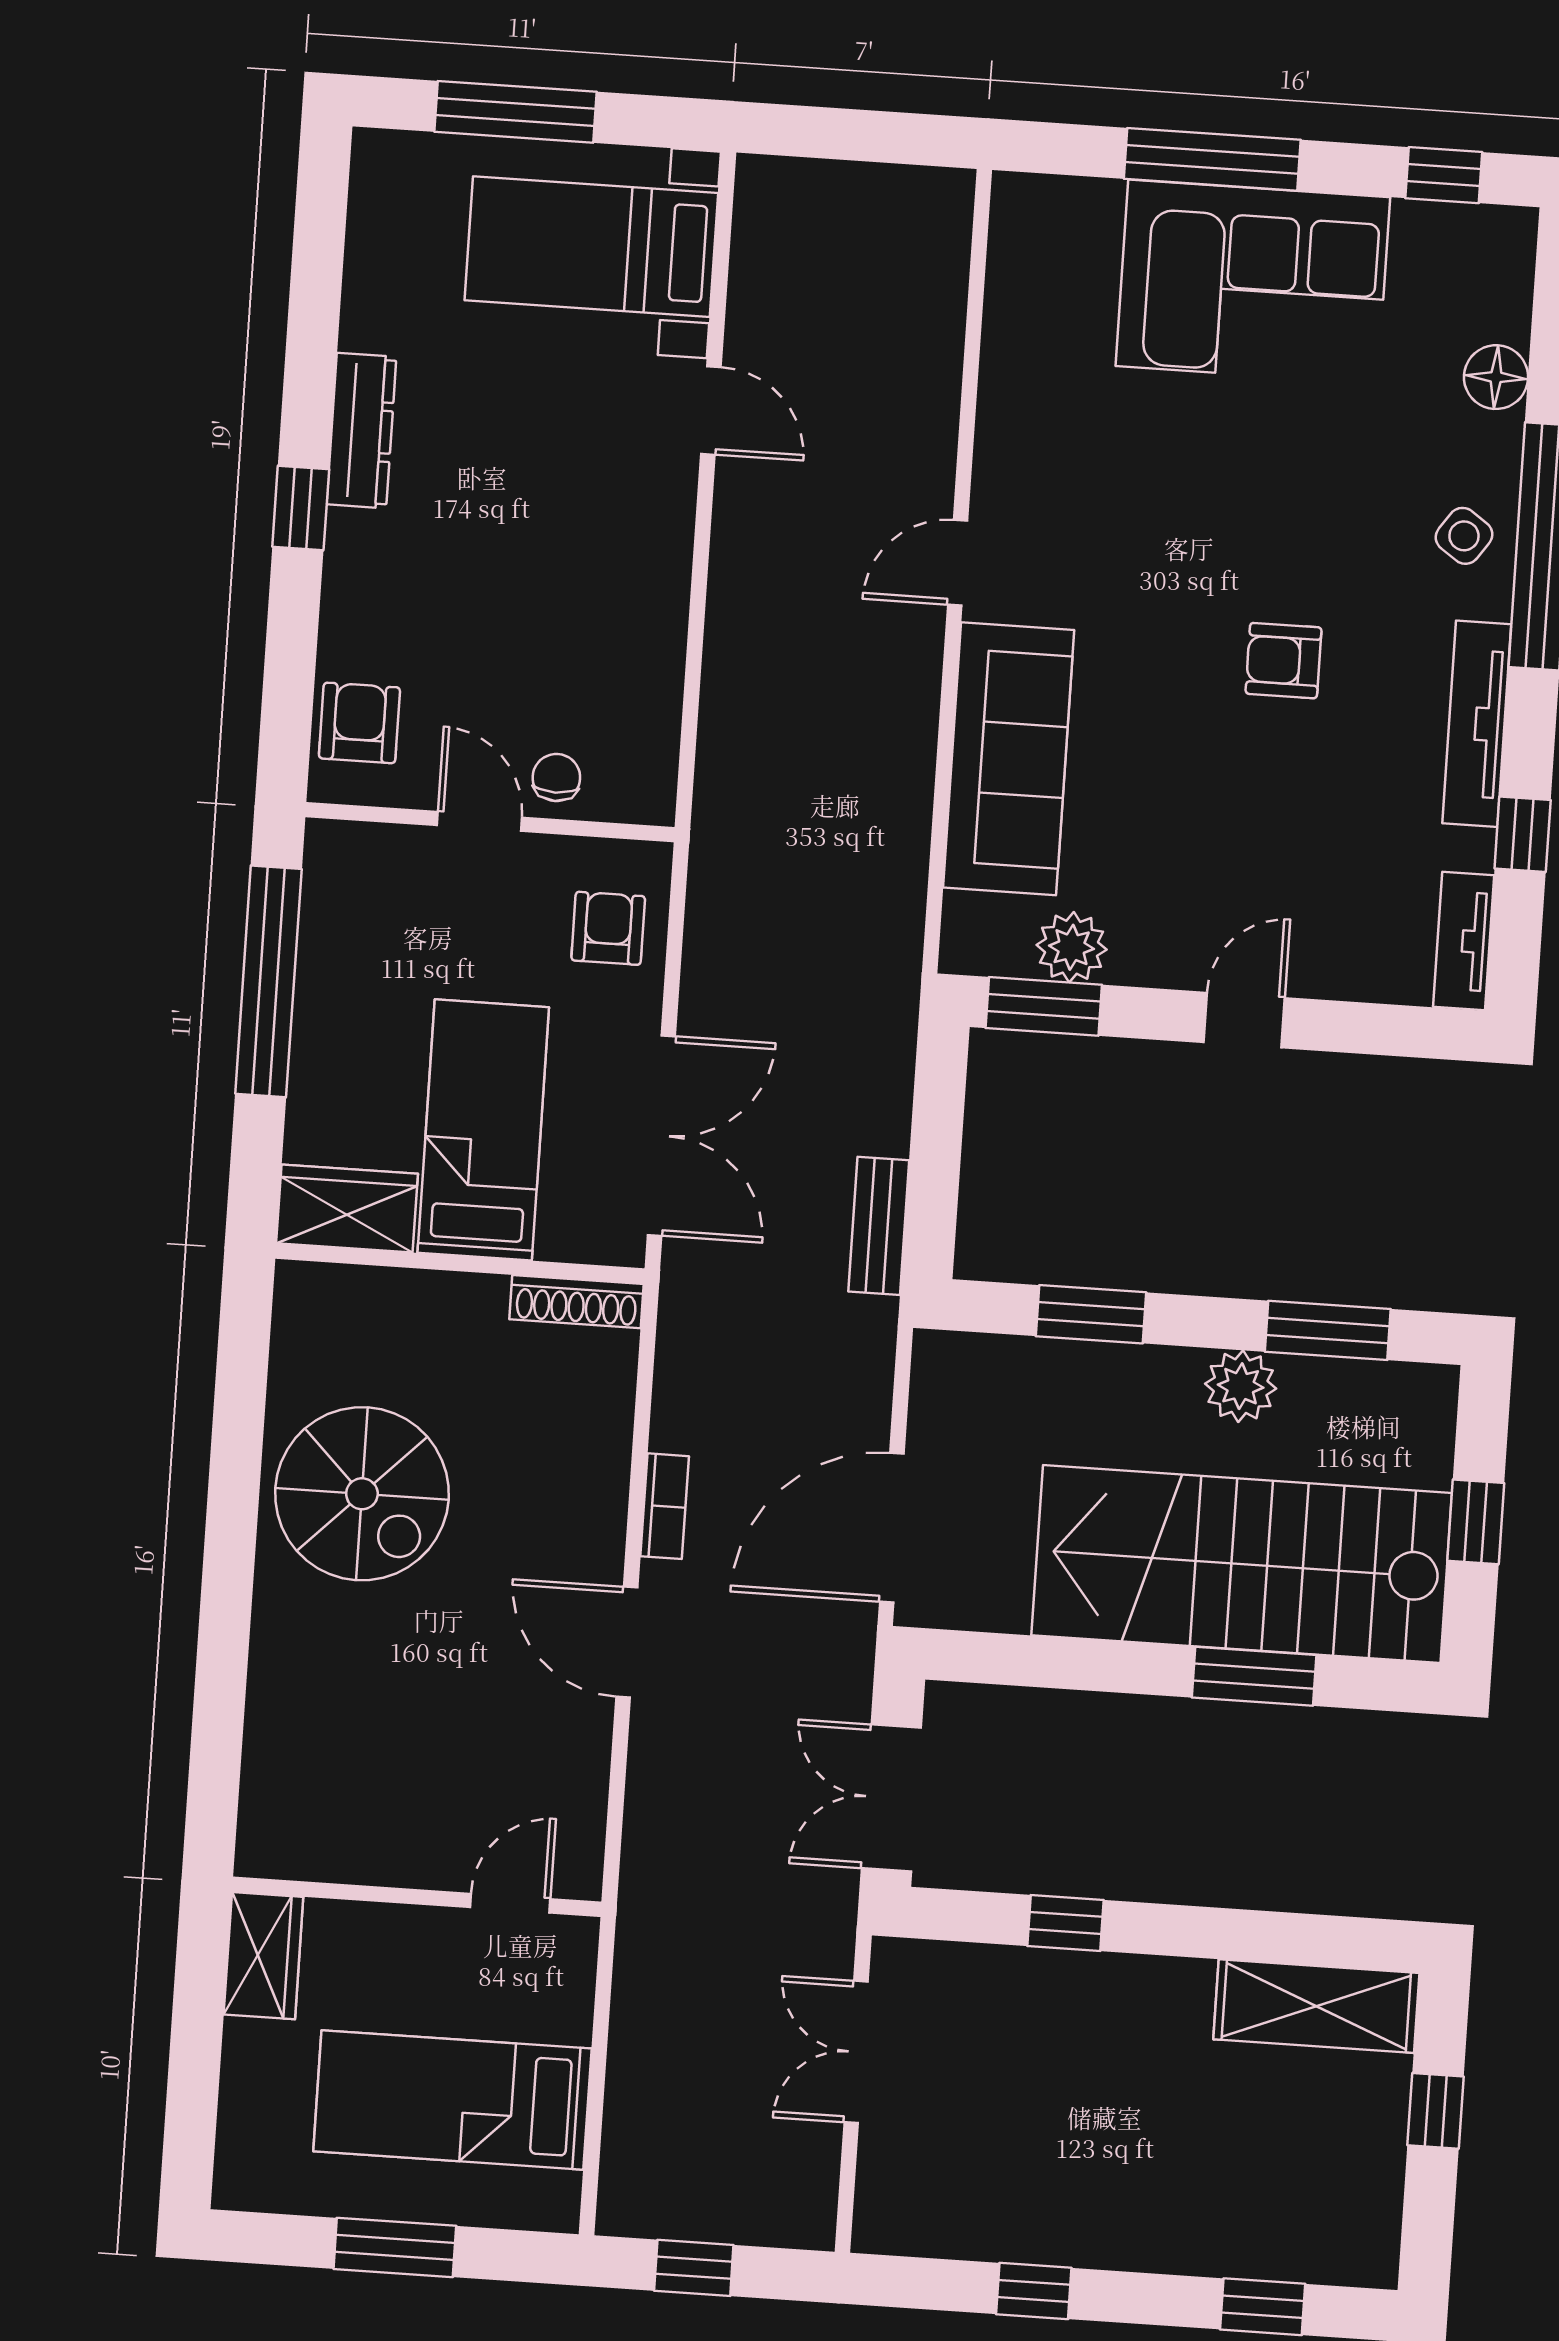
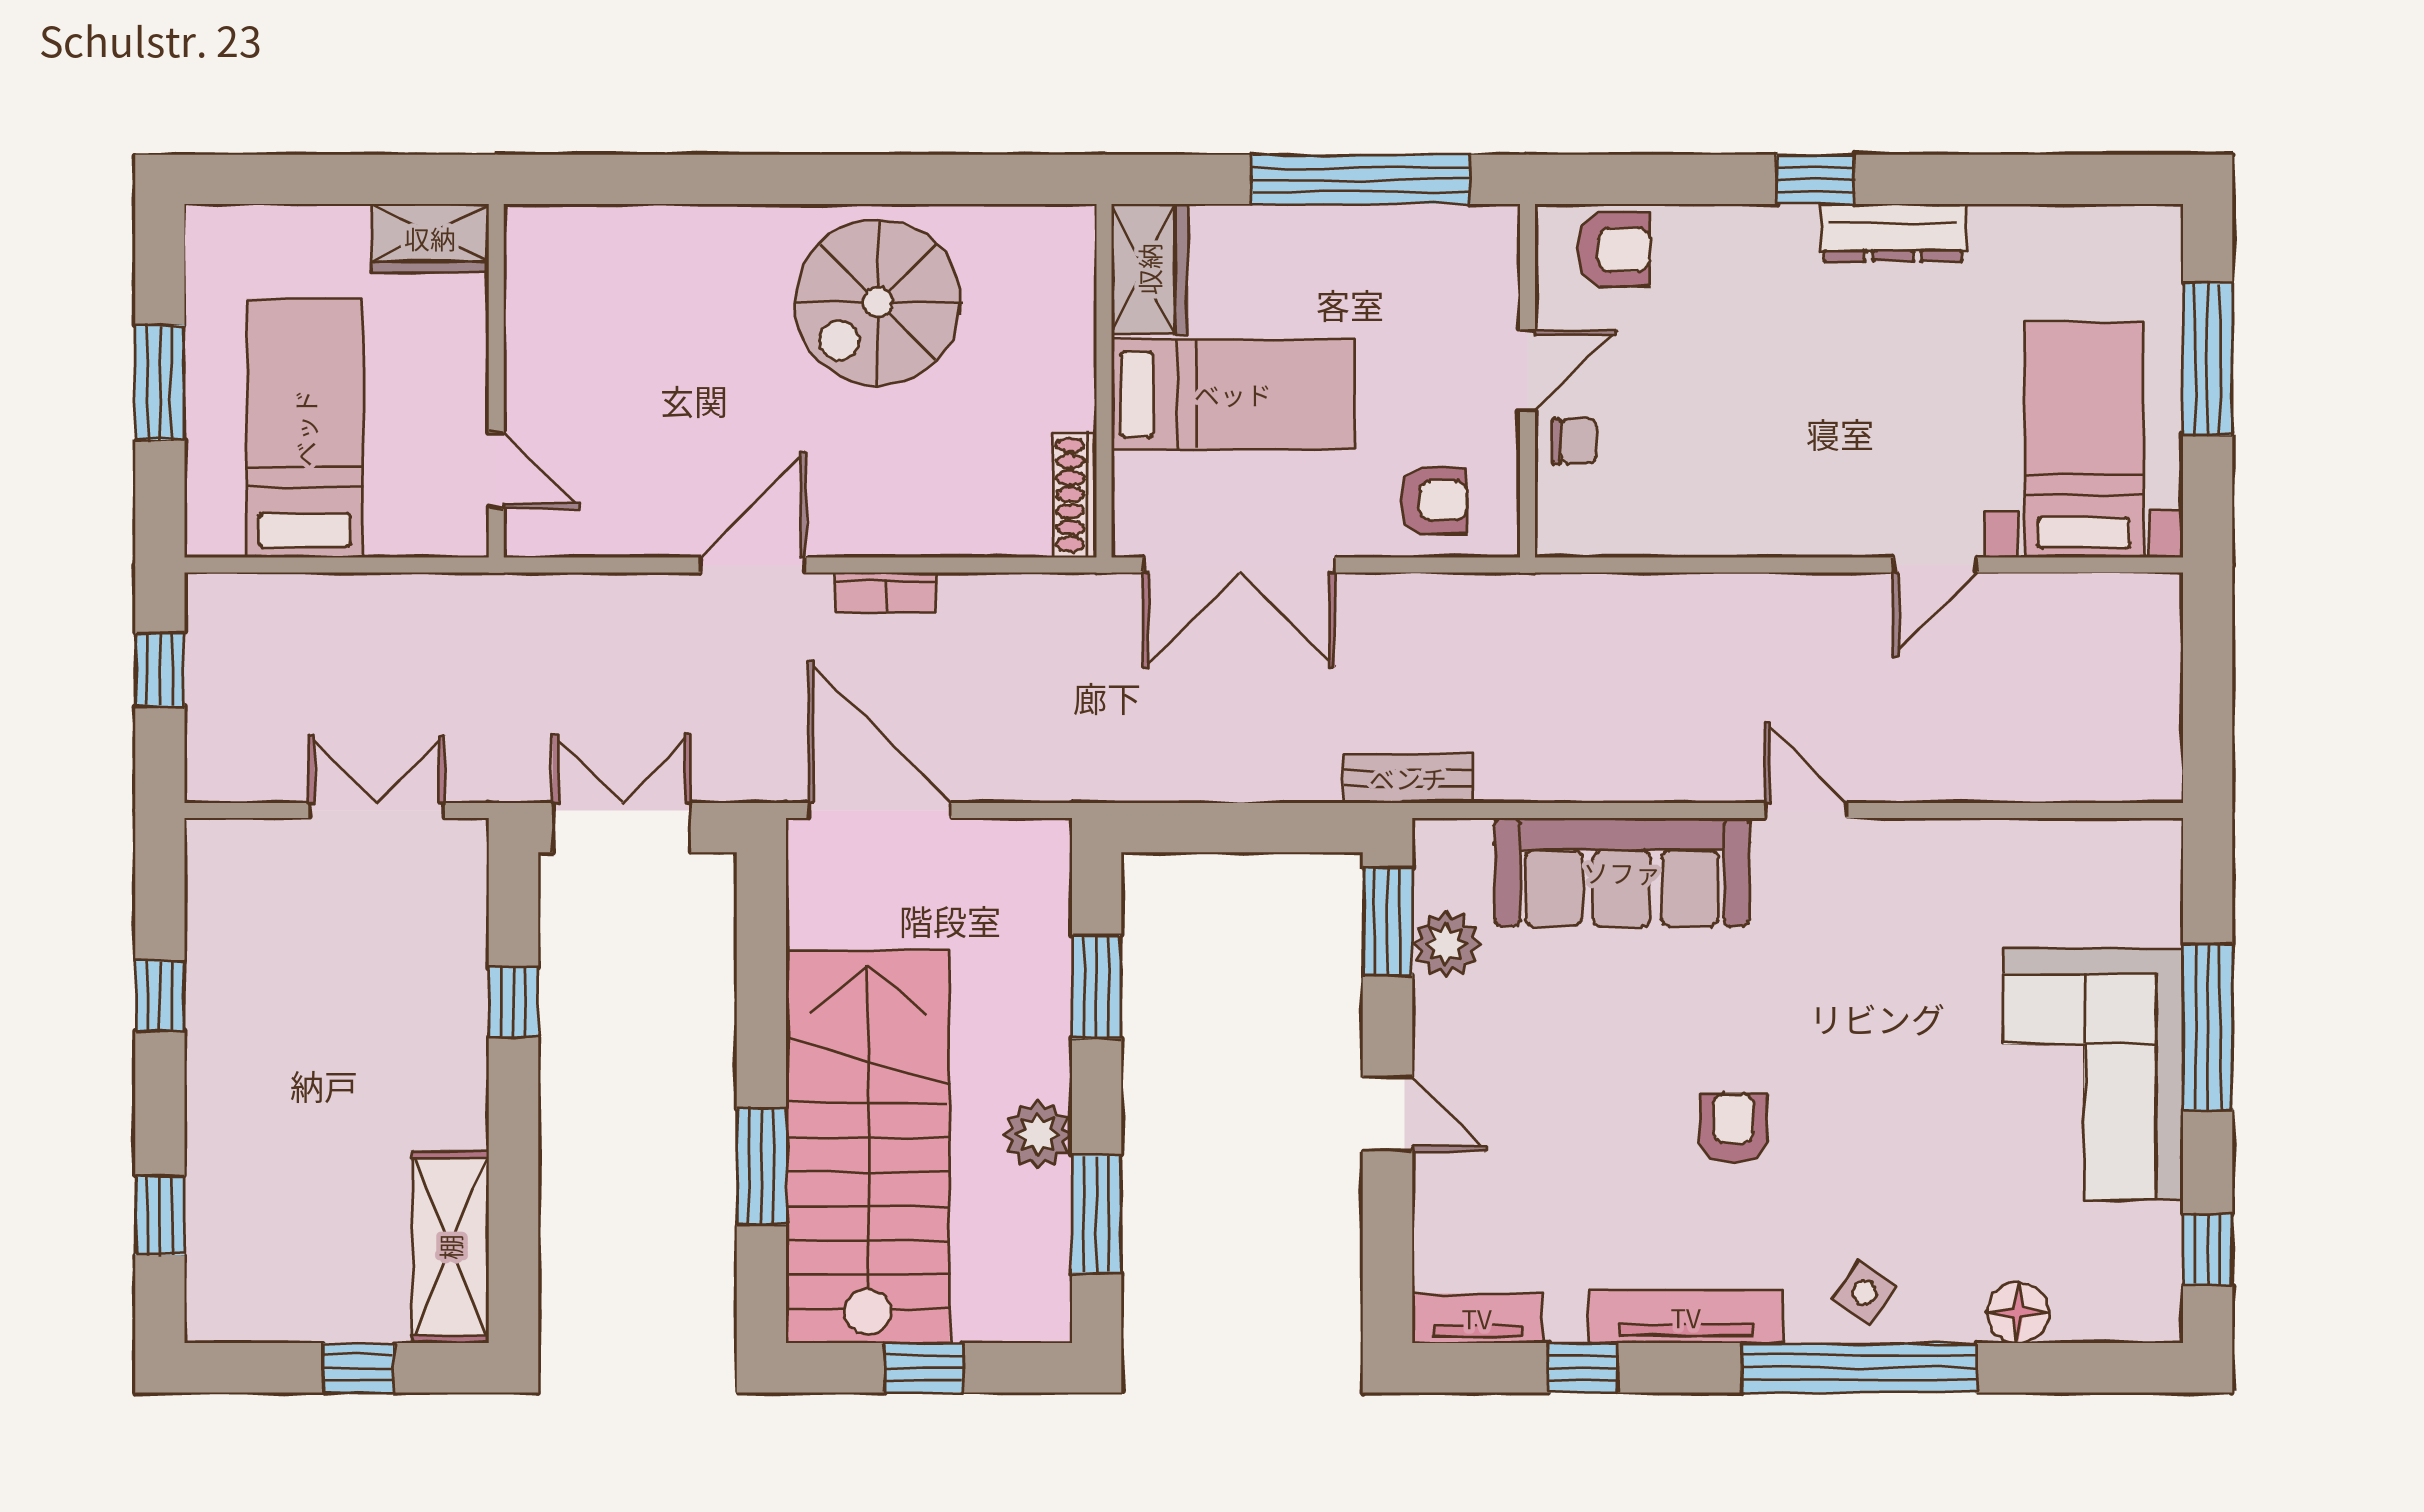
bench: (879, 1226) -> (1408, 778), moved

